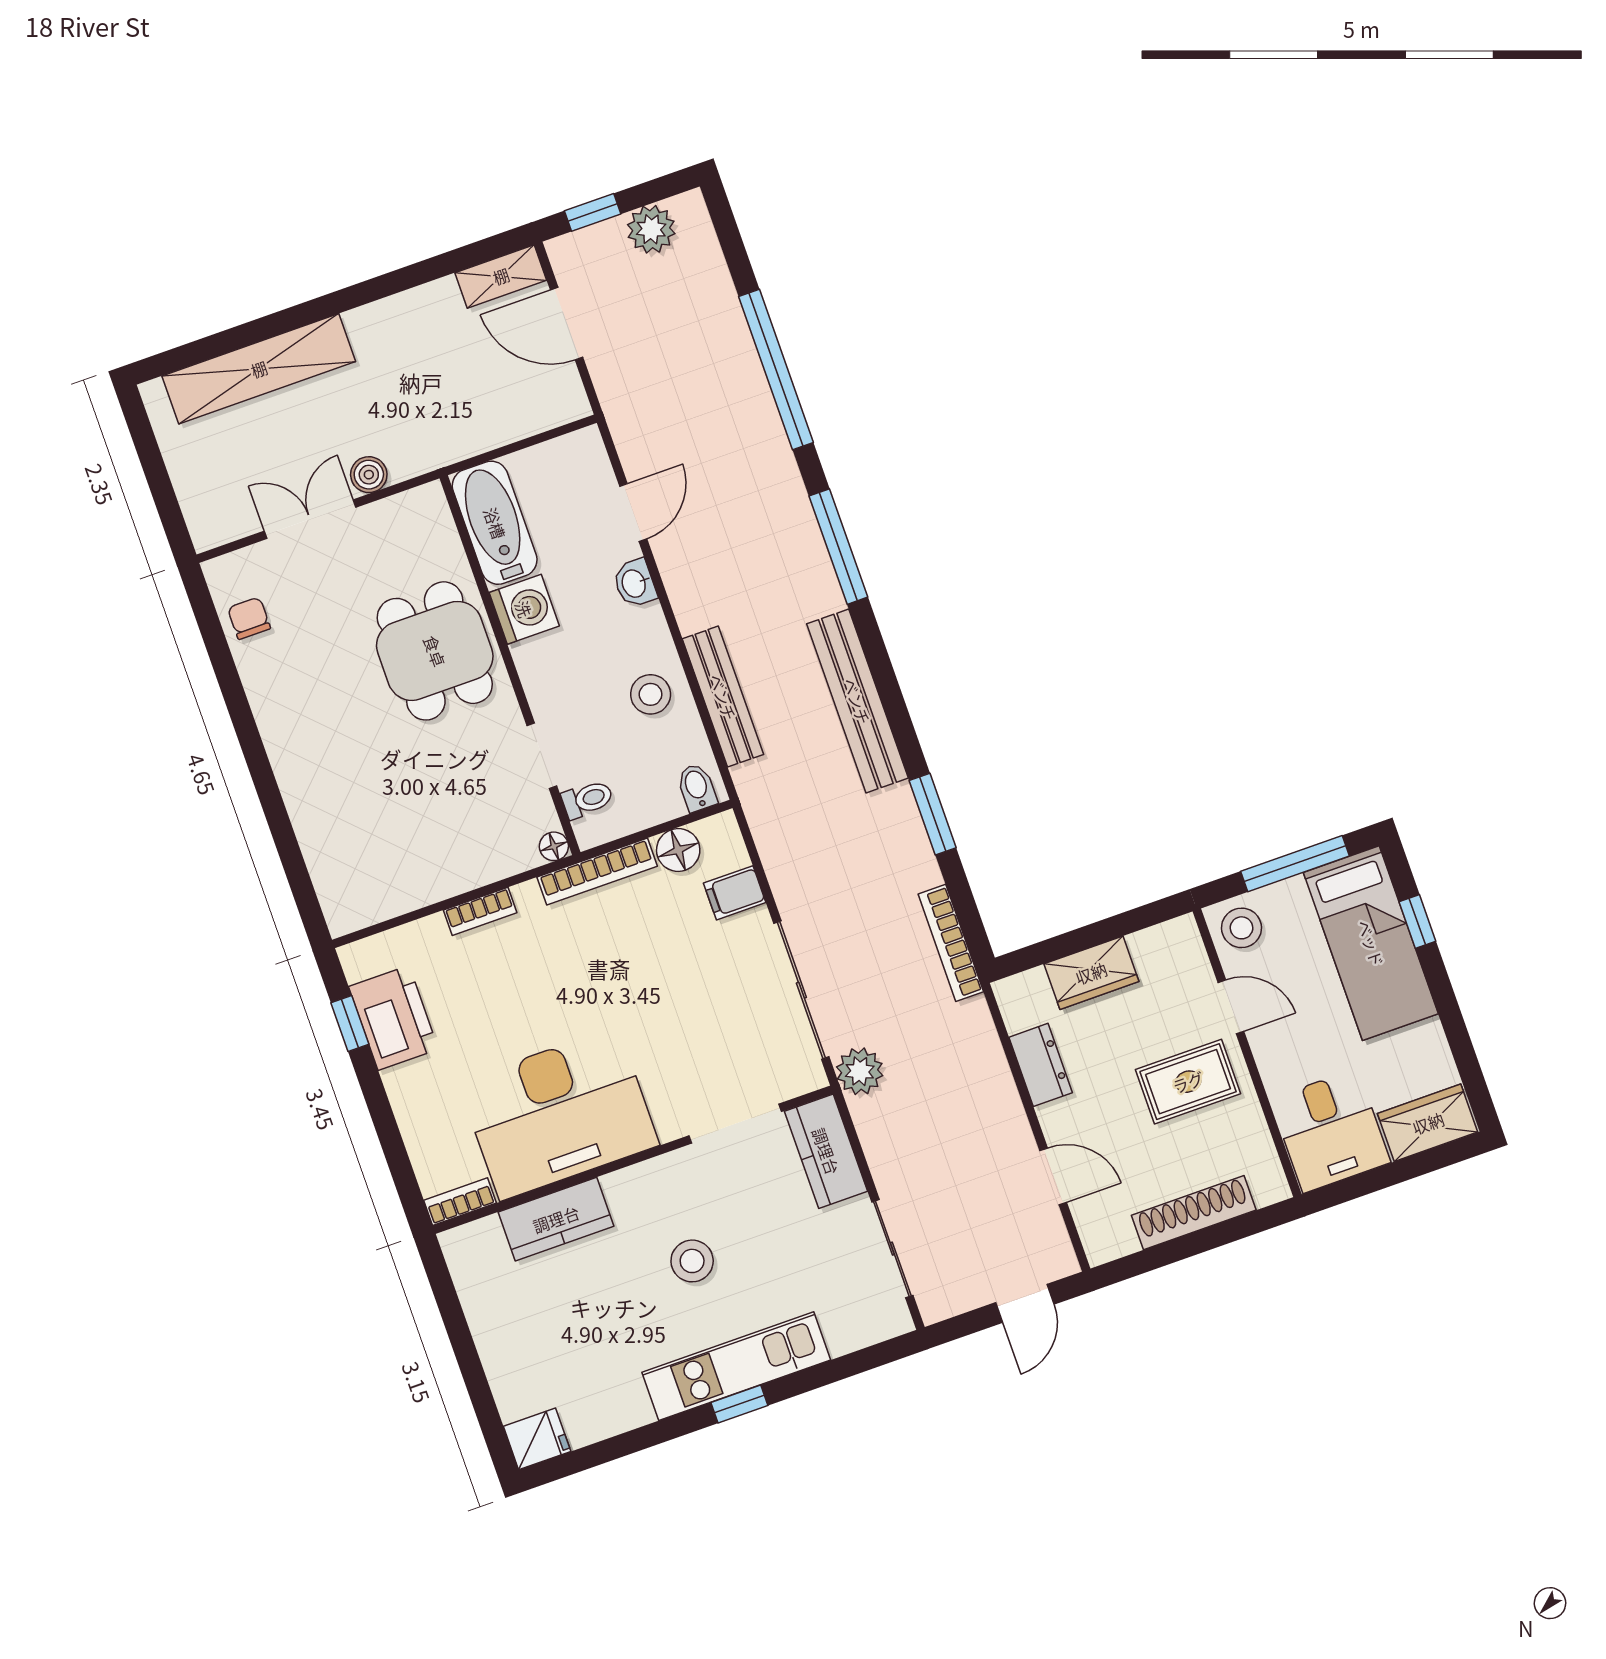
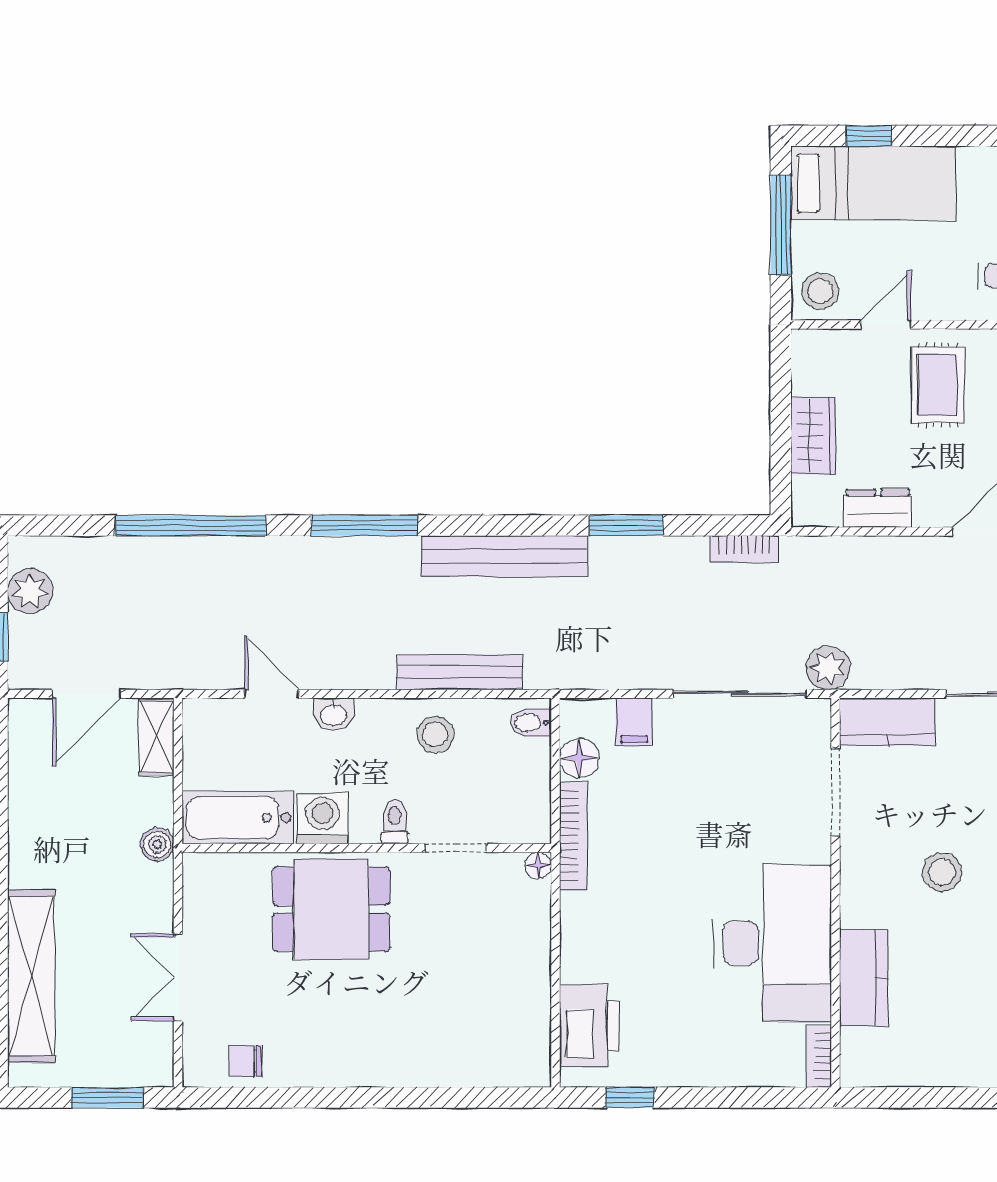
shelving: (501, 276) -> (157, 737), moved
boiler: (369, 475) -> (157, 844), moved
window: (162, 490) -> (107, 1098), added
toilet: (587, 799) -> (395, 822), moved
bookcase: (480, 911) -> (572, 950), removed
bookcase: (951, 943) -> (744, 549), width x0.64
printer: (394, 1018) -> (589, 1026), moved, turned 90

